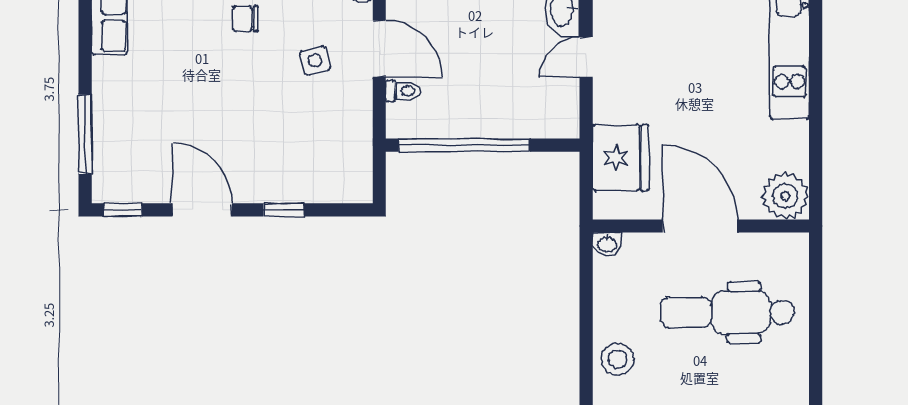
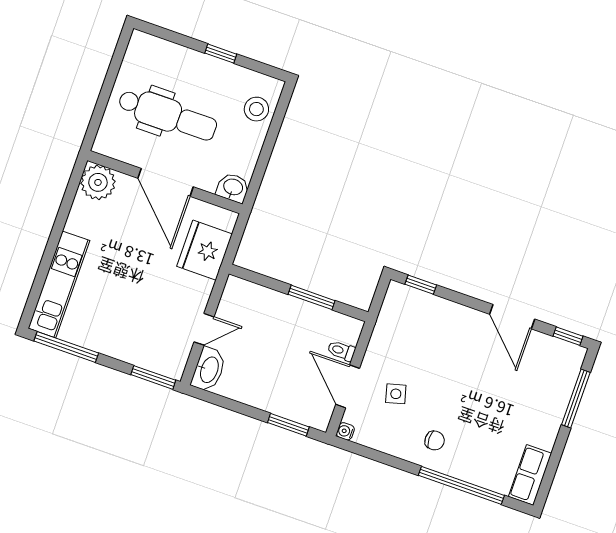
window: (464, 145) -> (312, 297), width x0.47
window: (284, 210) -> (421, 285), moved
washbasin: (607, 244) -> (233, 188), width x1.38, depth x1.45

